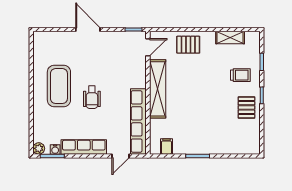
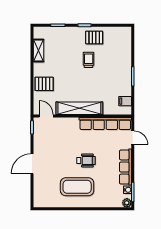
pallet: (188, 45) -> (44, 84), turned 90
trolley: (240, 75) -> (89, 60), moved

